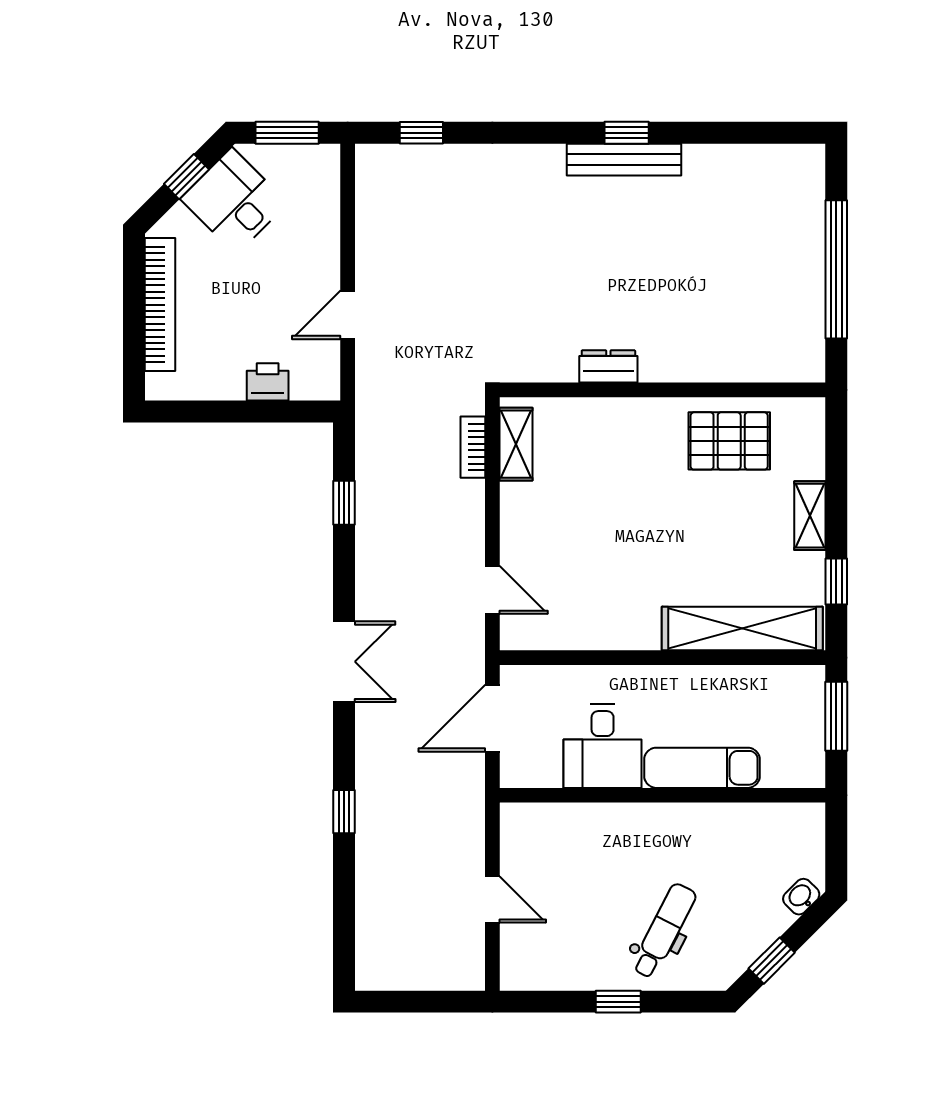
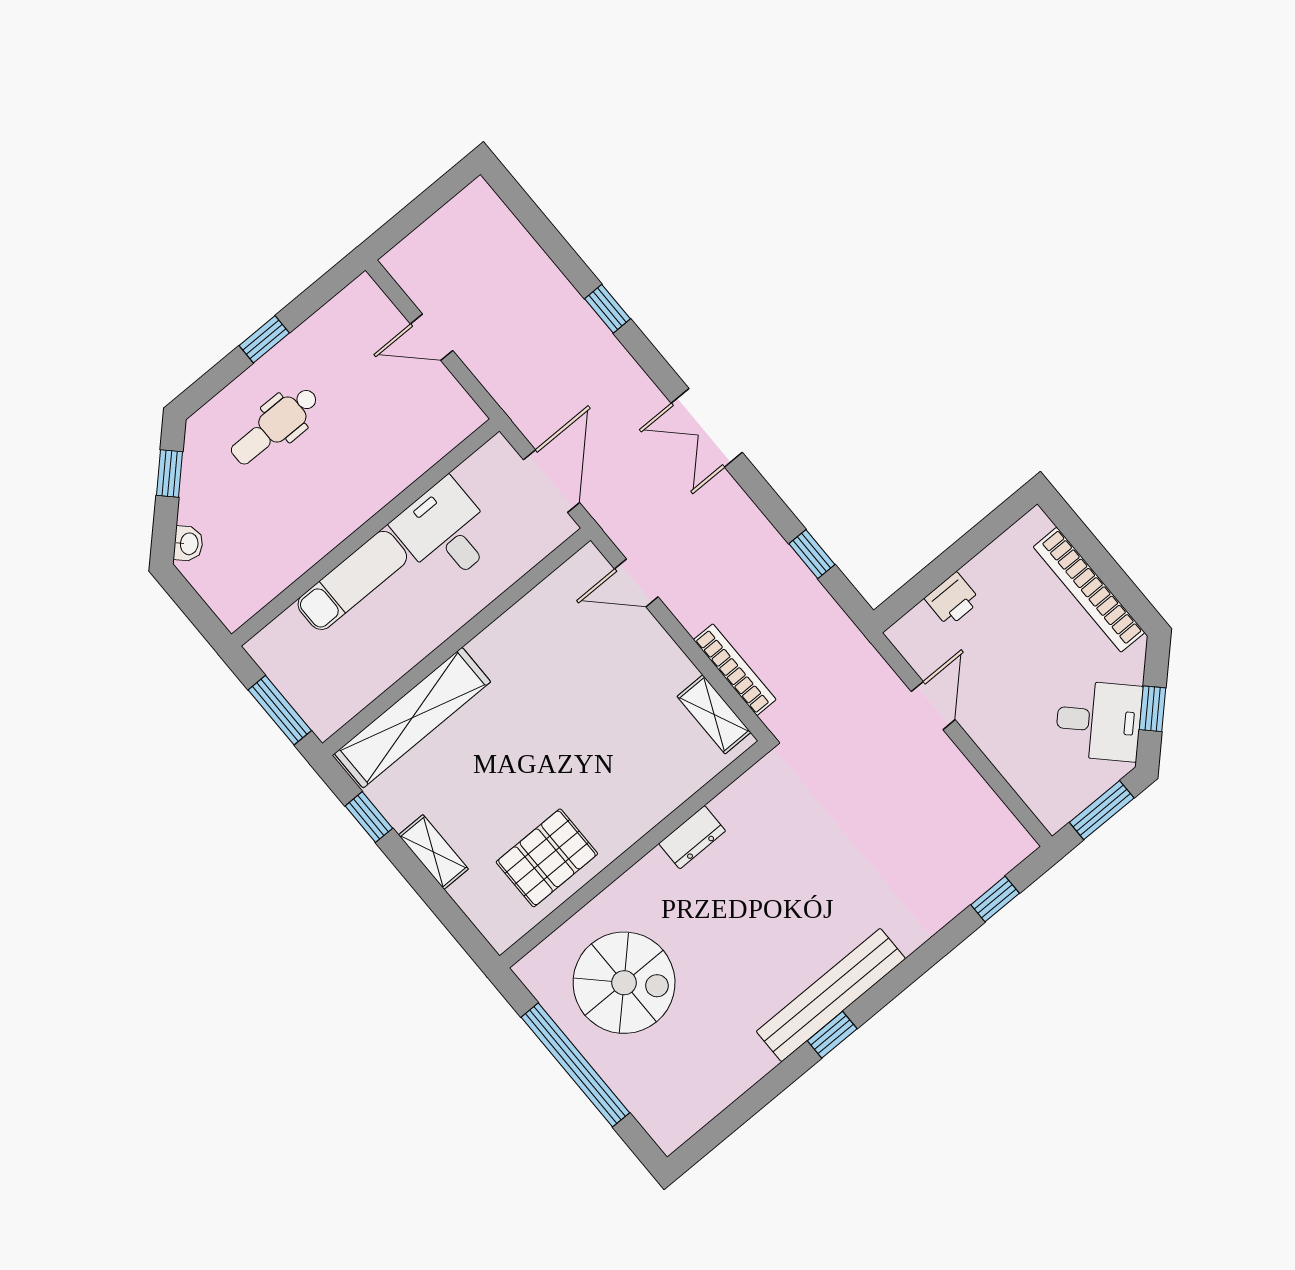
bench: (624, 160) -> (831, 995), width x1.37, depth x1.21
spiral stairs: (749, 300) -> (624, 983), added
bookcase: (473, 447) -> (735, 670), width x1.56
dental chair: (664, 931) -> (275, 426), turned 63

